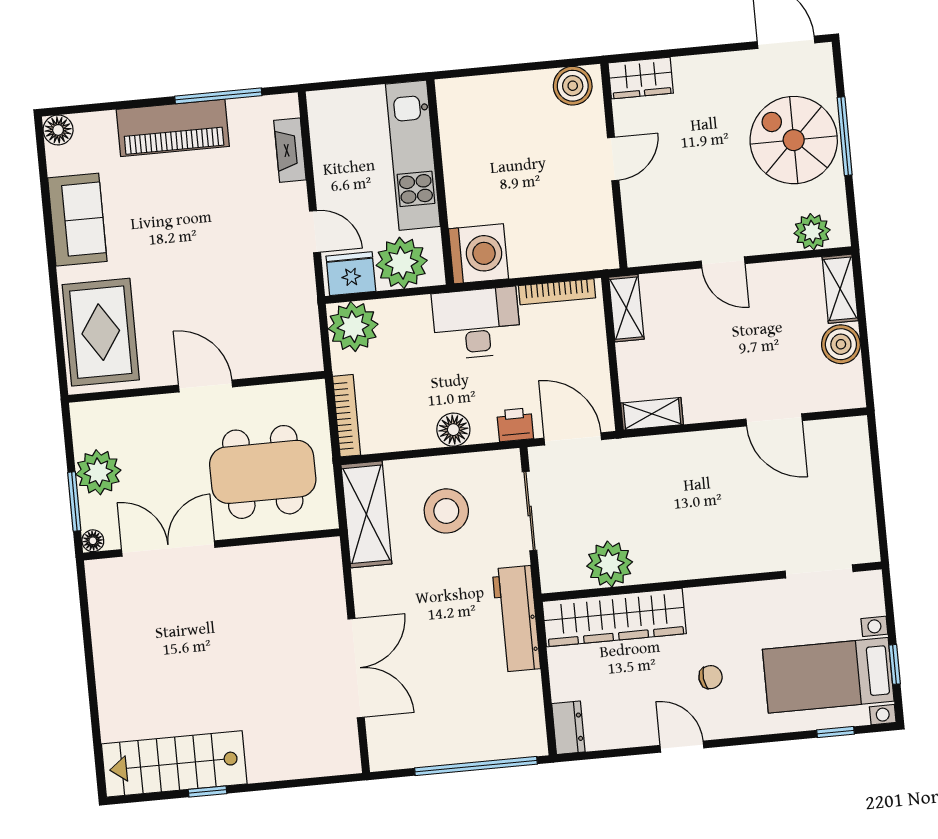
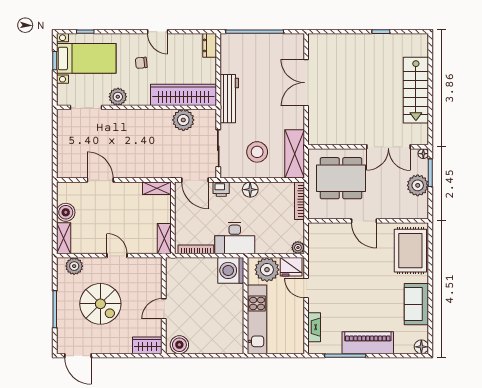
spiral stairs: (794, 140) -> (100, 304), moved
plant: (353, 327) -> (298, 248), width x0.53, depth x0.53
plant: (753, 600) -> (118, 97), added
stairs: (174, 764) -> (416, 90), moved, turned 90

